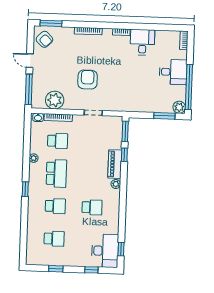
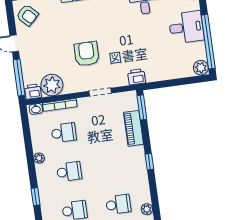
printer: (38, 103) -> (33, 92), added
printer: (125, 105) -> (136, 77), added
window: (164, 116) -> (185, 81), removed
window: (124, 155) -> (149, 162), moved
piano: (115, 164) -> (133, 128), moved
school desk: (56, 173) -> (69, 172), width x0.54
plant: (116, 184) -> (147, 209), moved

